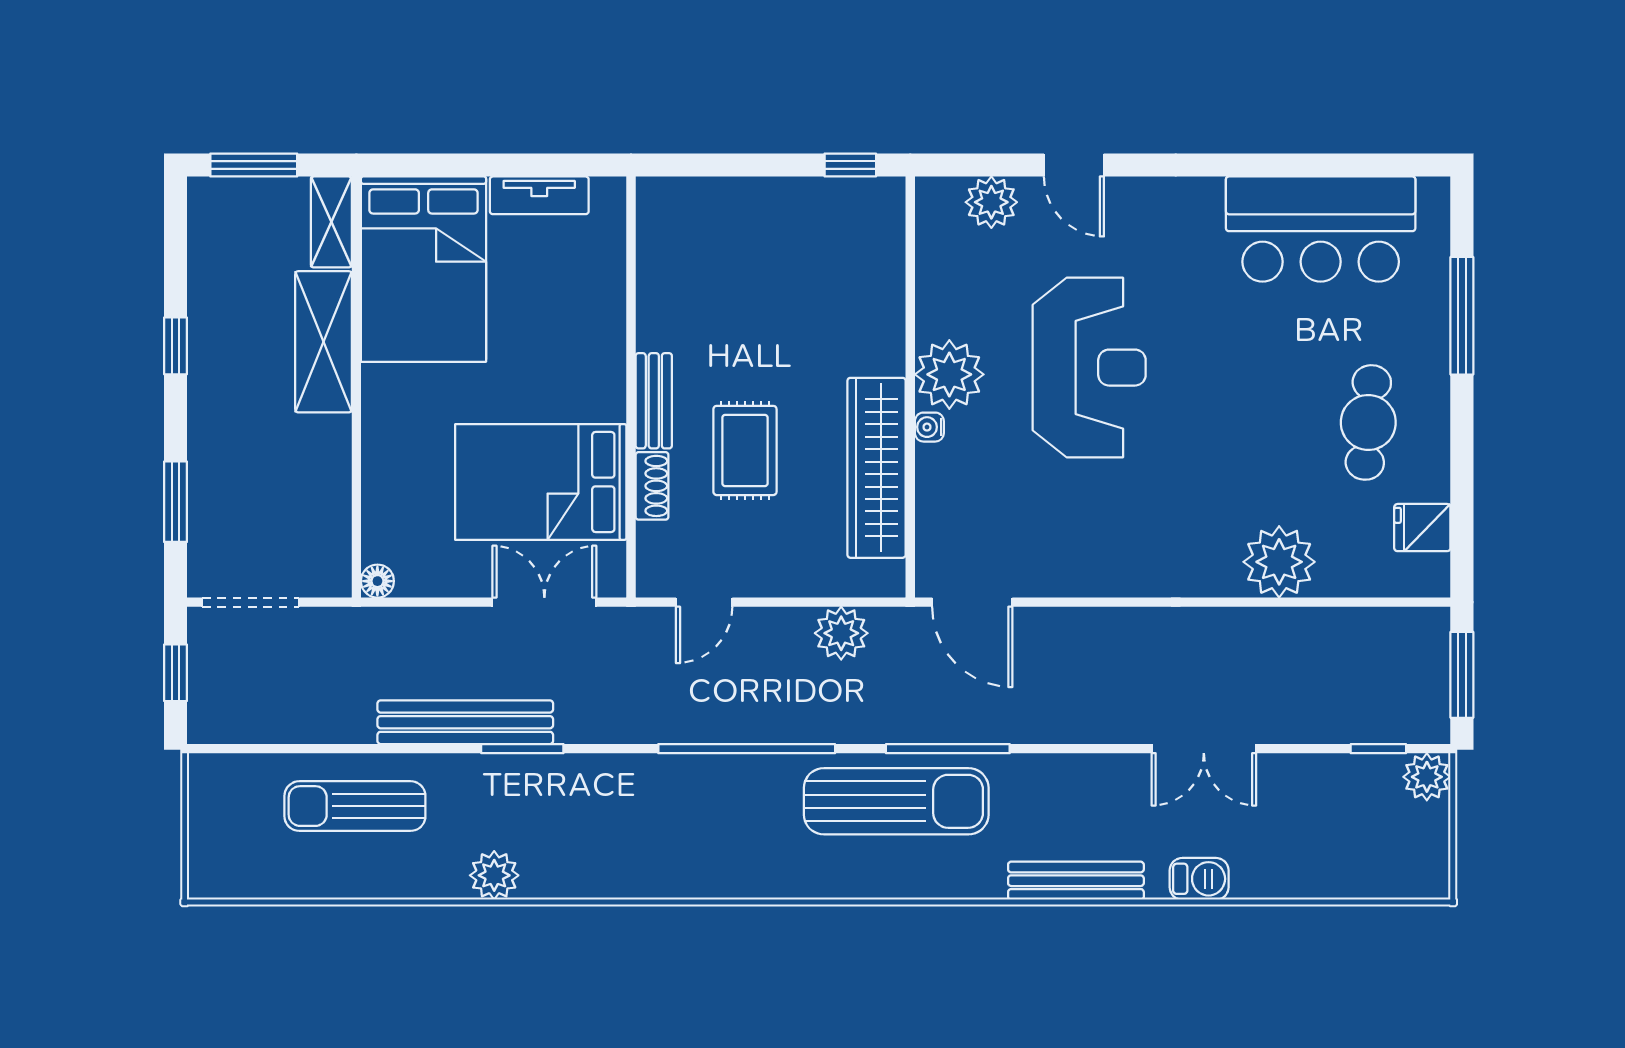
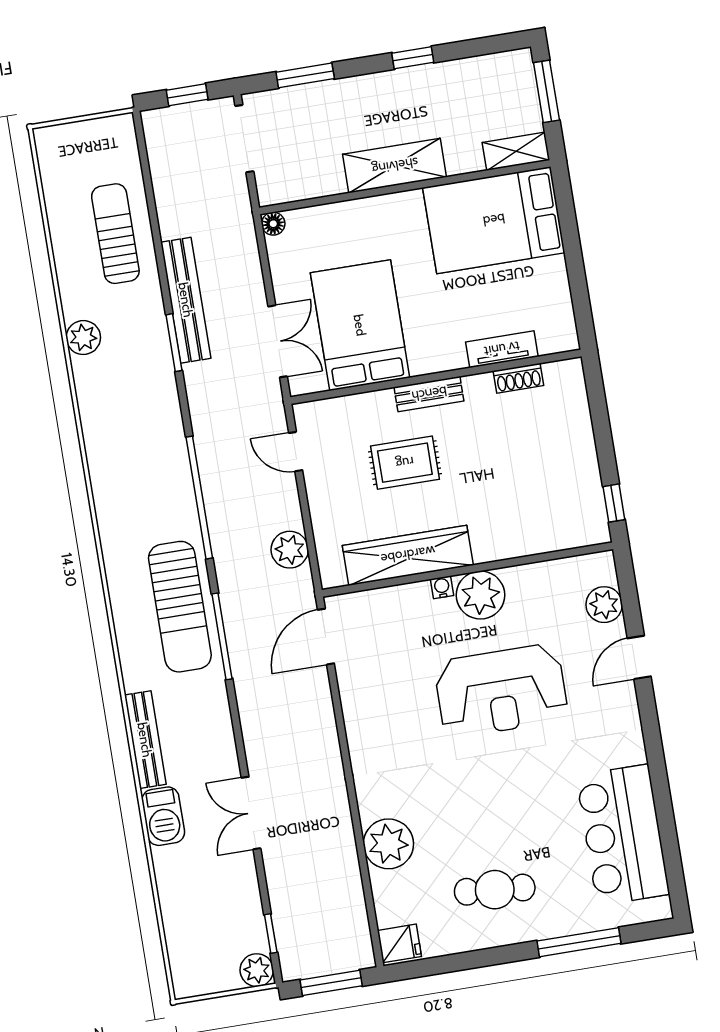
tv unit: (539, 195) -> (502, 349), moved, turned 90
shelving: (324, 342) -> (395, 166), moved
shoe rack: (652, 486) -> (518, 378), moved
fridge: (1422, 528) -> (399, 943), moved, turned 90
barbecue: (1199, 879) -> (163, 816), width x1.38, depth x1.27

